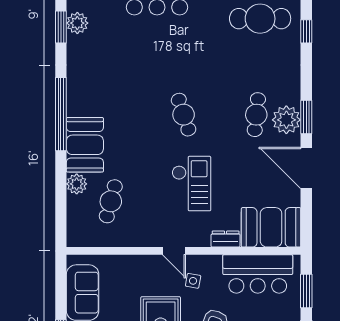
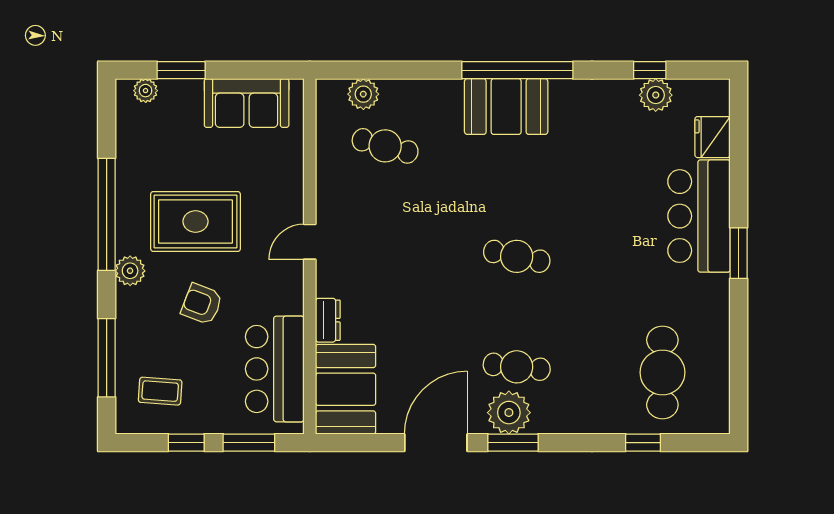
window: (61, 27) -> (650, 70), width x0.67
cafe table: (184, 115) -> (517, 256), turned 30
booth: (85, 145) -> (506, 107), moved
plant: (77, 184) -> (363, 94), moved
checkout: (191, 184) -> (412, 268), removed
side table: (193, 281) -> (264, 271), removed

